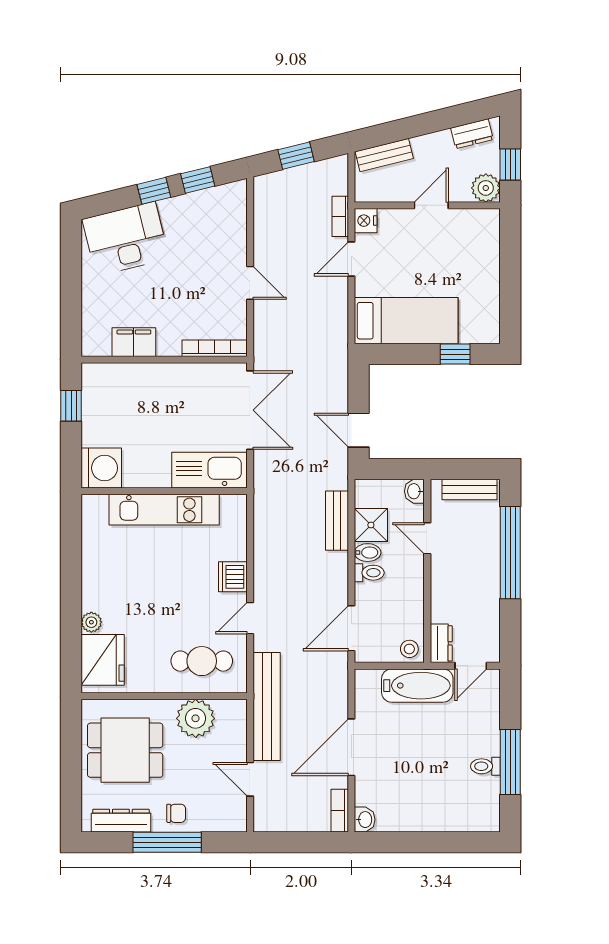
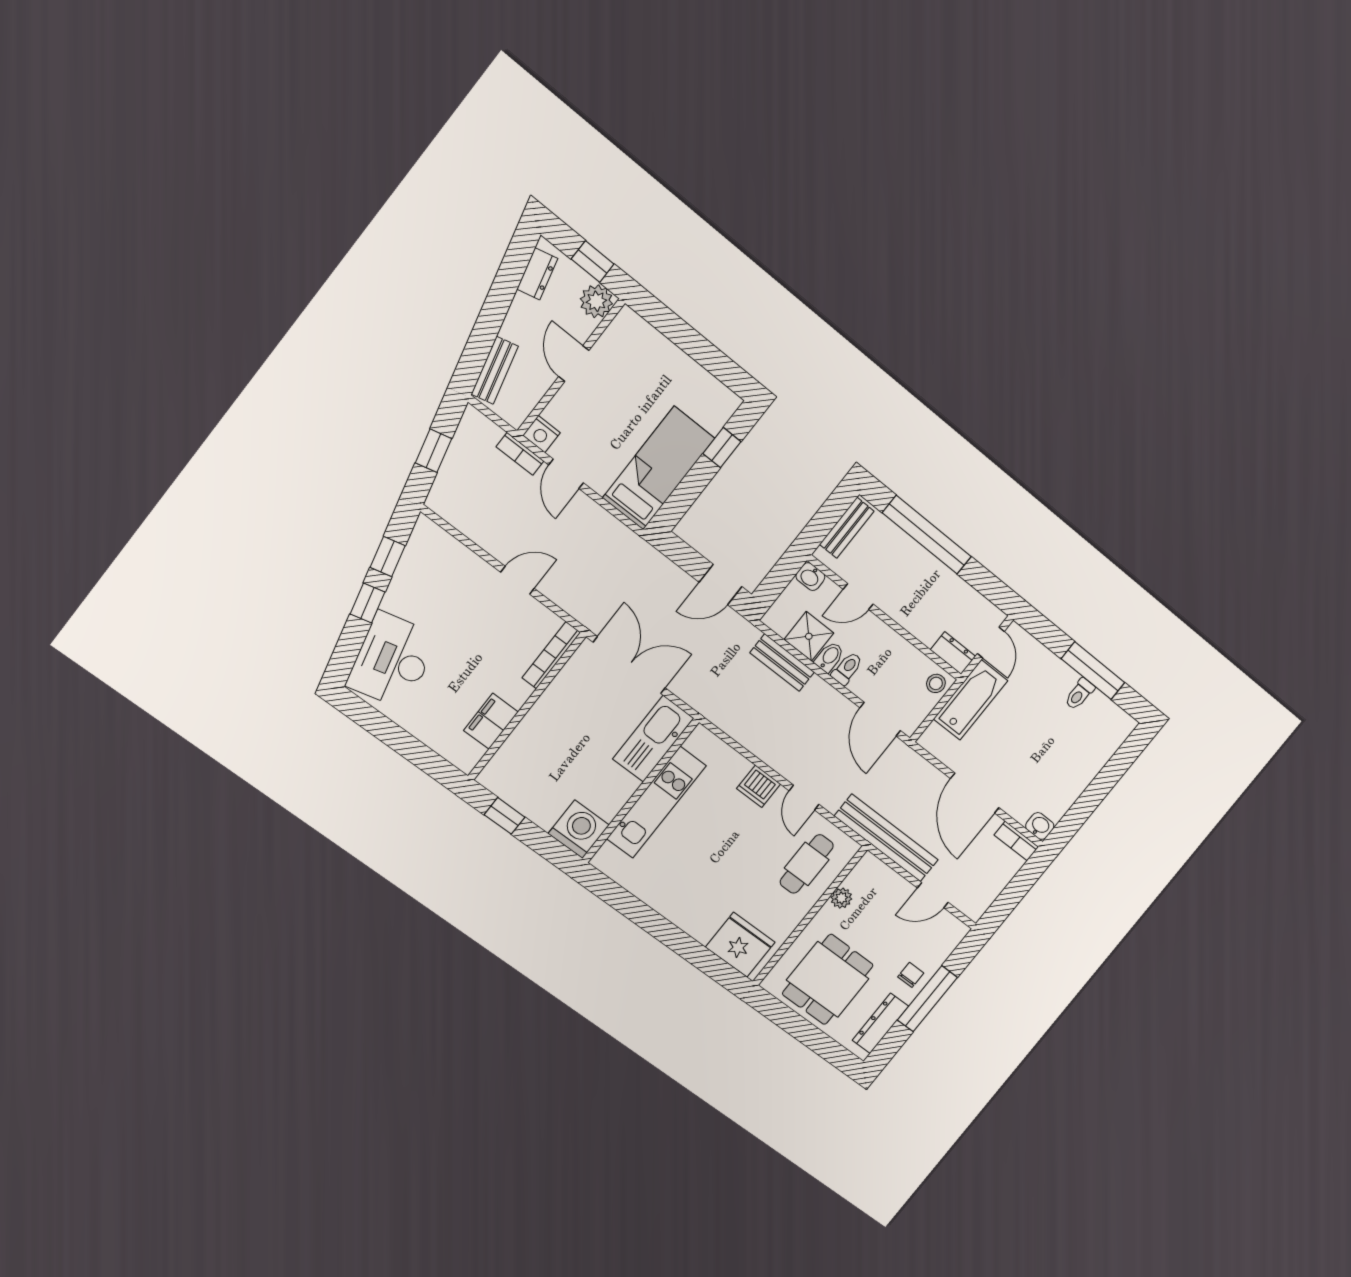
plant: (91, 622) -> (702, 932), removed
plant: (196, 718) -> (841, 898), width x0.53, depth x0.53

